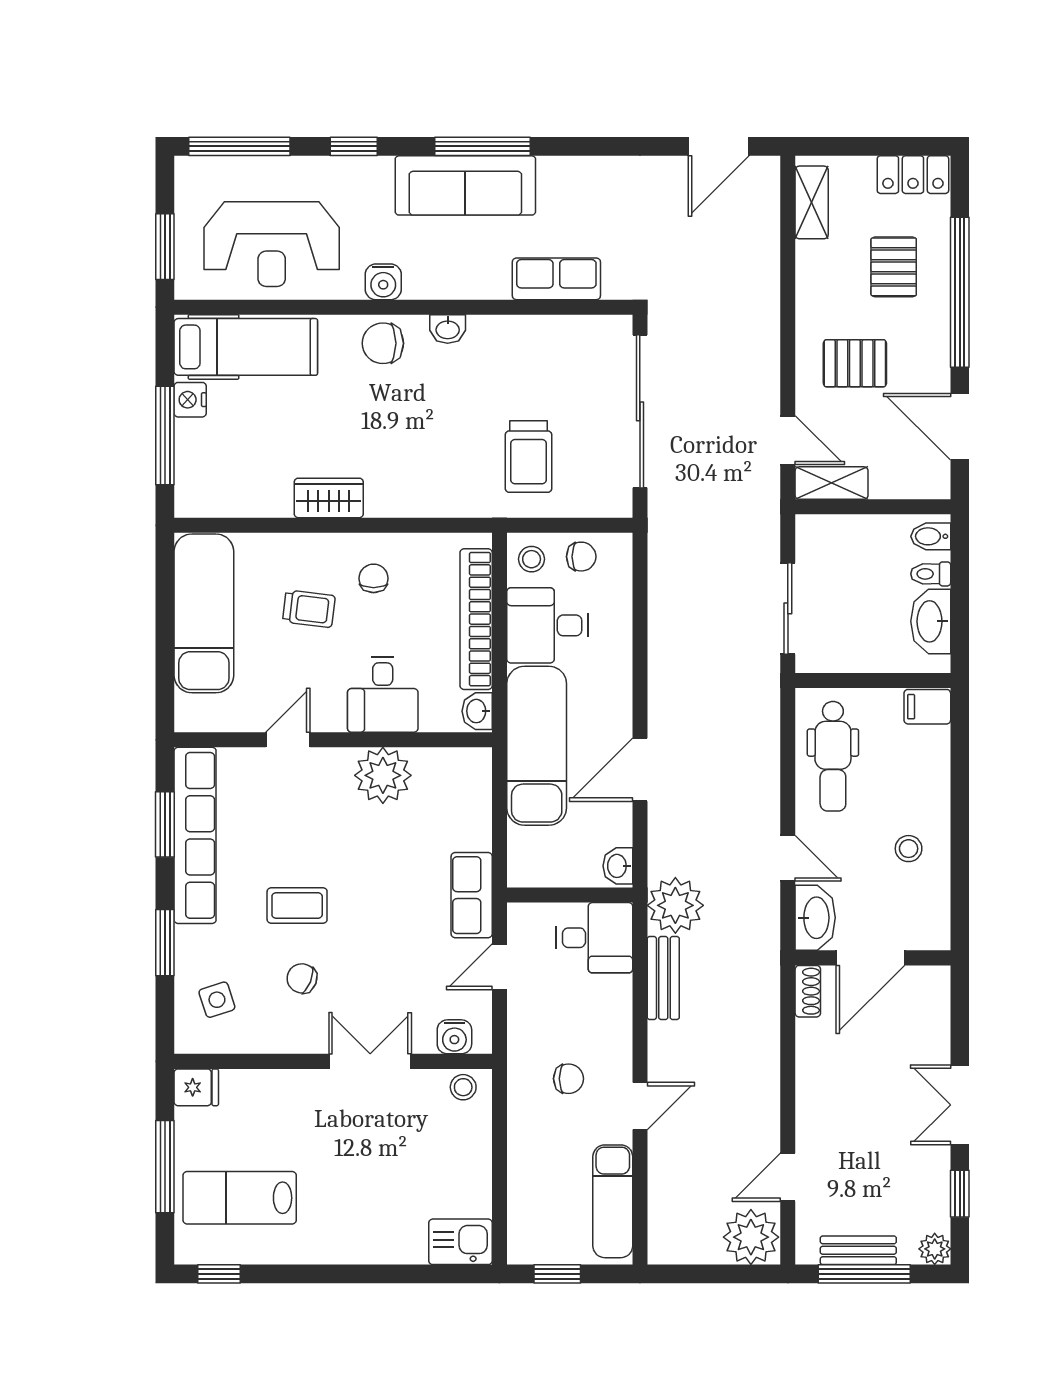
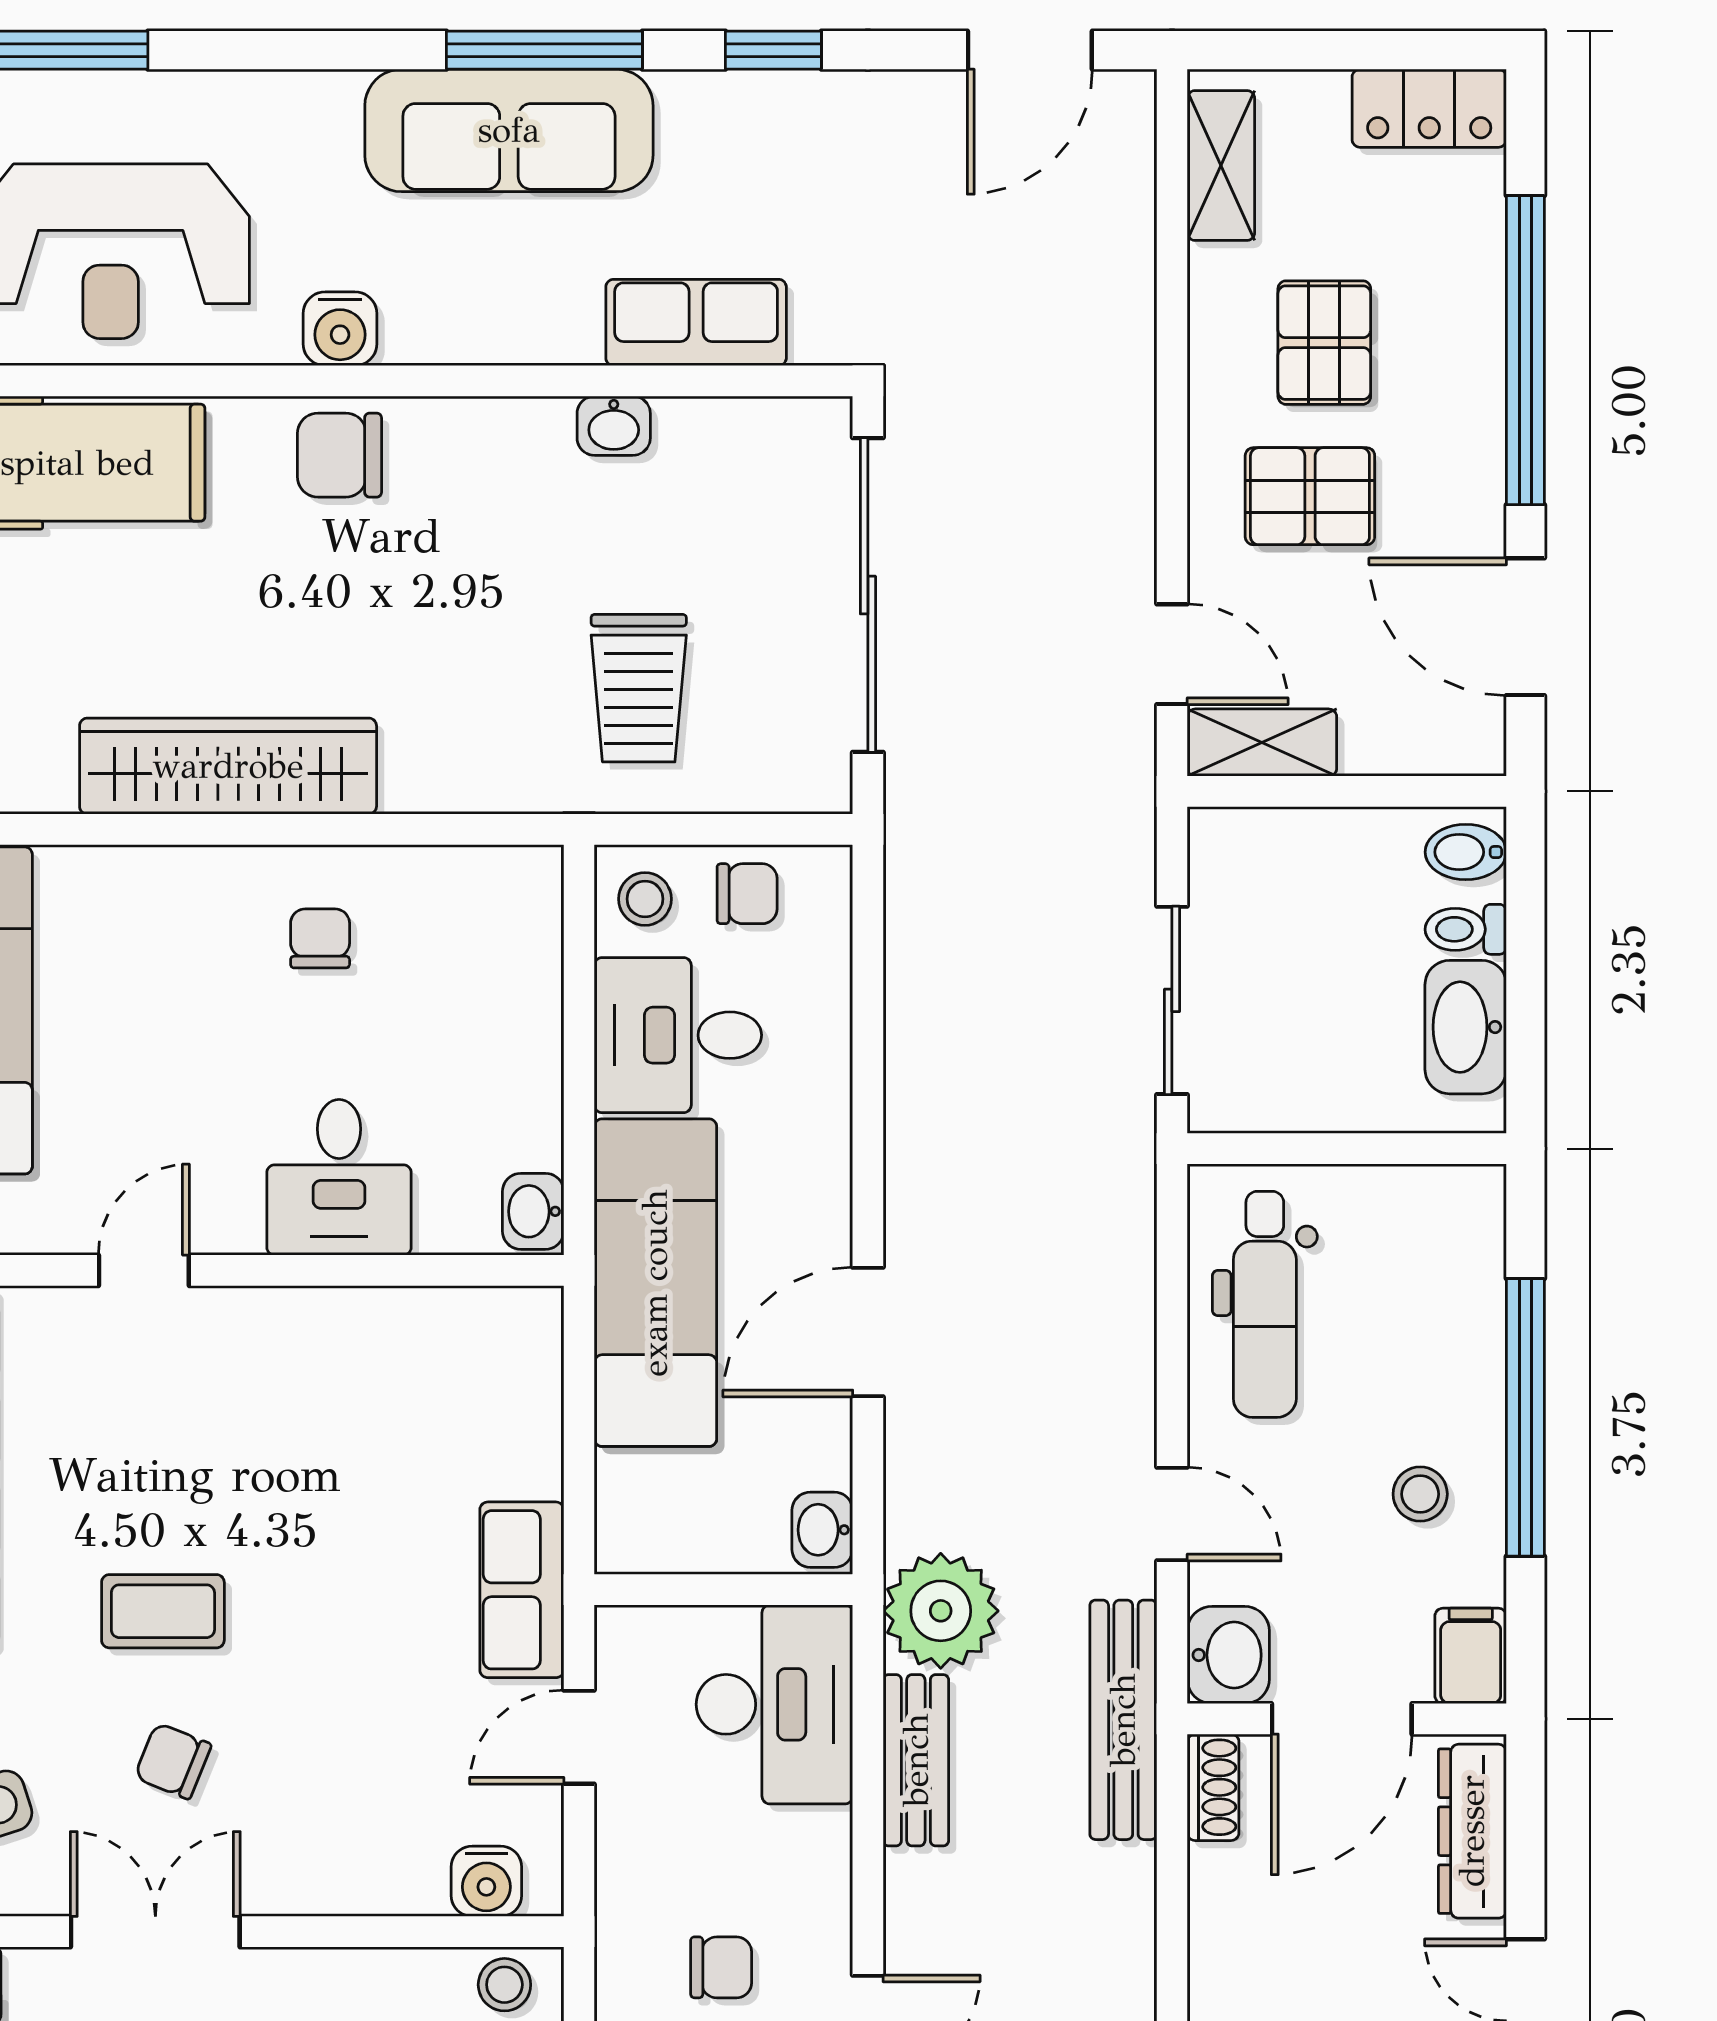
window: (354, 146) -> (773, 50), moved
pallet: (894, 267) -> (1324, 343), moved
washbasin: (448, 329) -> (614, 426), moved
wardrobe: (329, 498) -> (228, 766), width x2.10, depth x1.17
trolley: (309, 609) -> (187, 1001), removed
bookcase: (476, 619) -> (531, 1022), removed
filing cabinet: (927, 707) -> (1471, 1656), moved, turned 90
plant: (383, 775) -> (339, 1343), removed
window: (960, 811) -> (1525, 1417), added
washbasin: (815, 918) -> (1228, 1655), width x0.72
desk: (595, 938) -> (774, 1704), width x1.37
bench: (764, 958) -> (1123, 1720), added
dresser: (934, 1013) -> (1472, 1831), added
double door: (370, 1061) -> (155, 1932), moved

